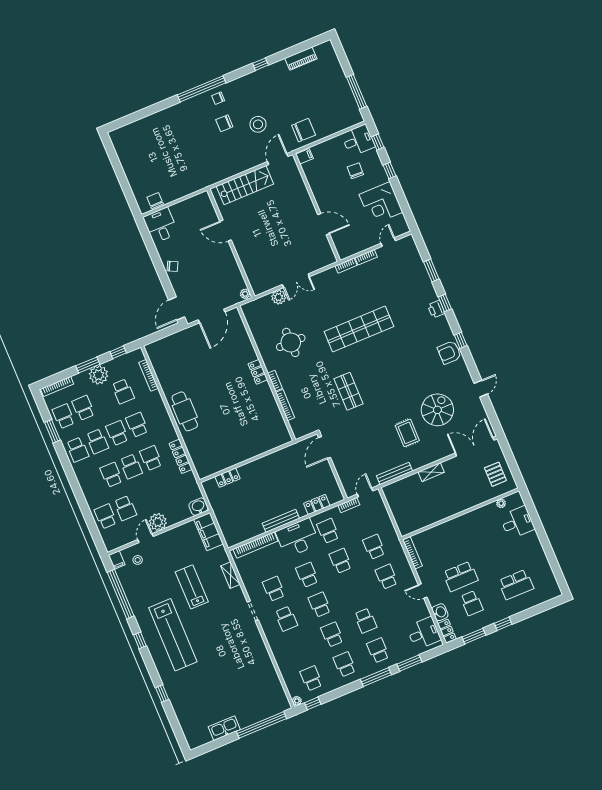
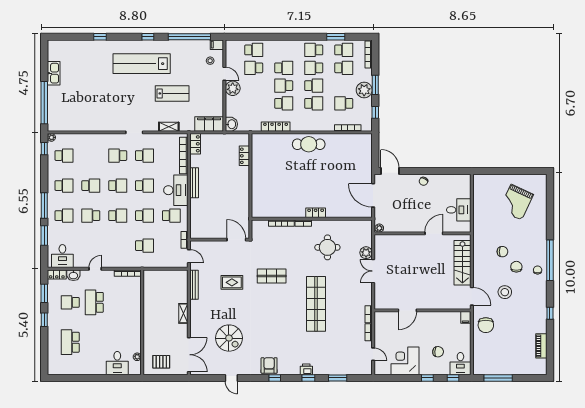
grand piano: (153, 153) -> (516, 202), added
chair: (155, 201) -> (502, 252), moved
desk: (161, 225) -> (459, 210), moved
rug: (407, 433) -> (232, 282), moved
locker: (317, 504) -> (195, 144), moved
school desk: (386, 577) -> (118, 216), moved

